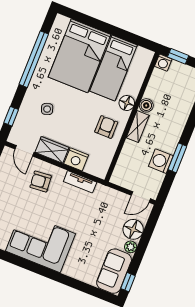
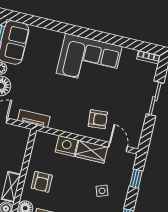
tv unit: (80, 182) -> (34, 119), moved

